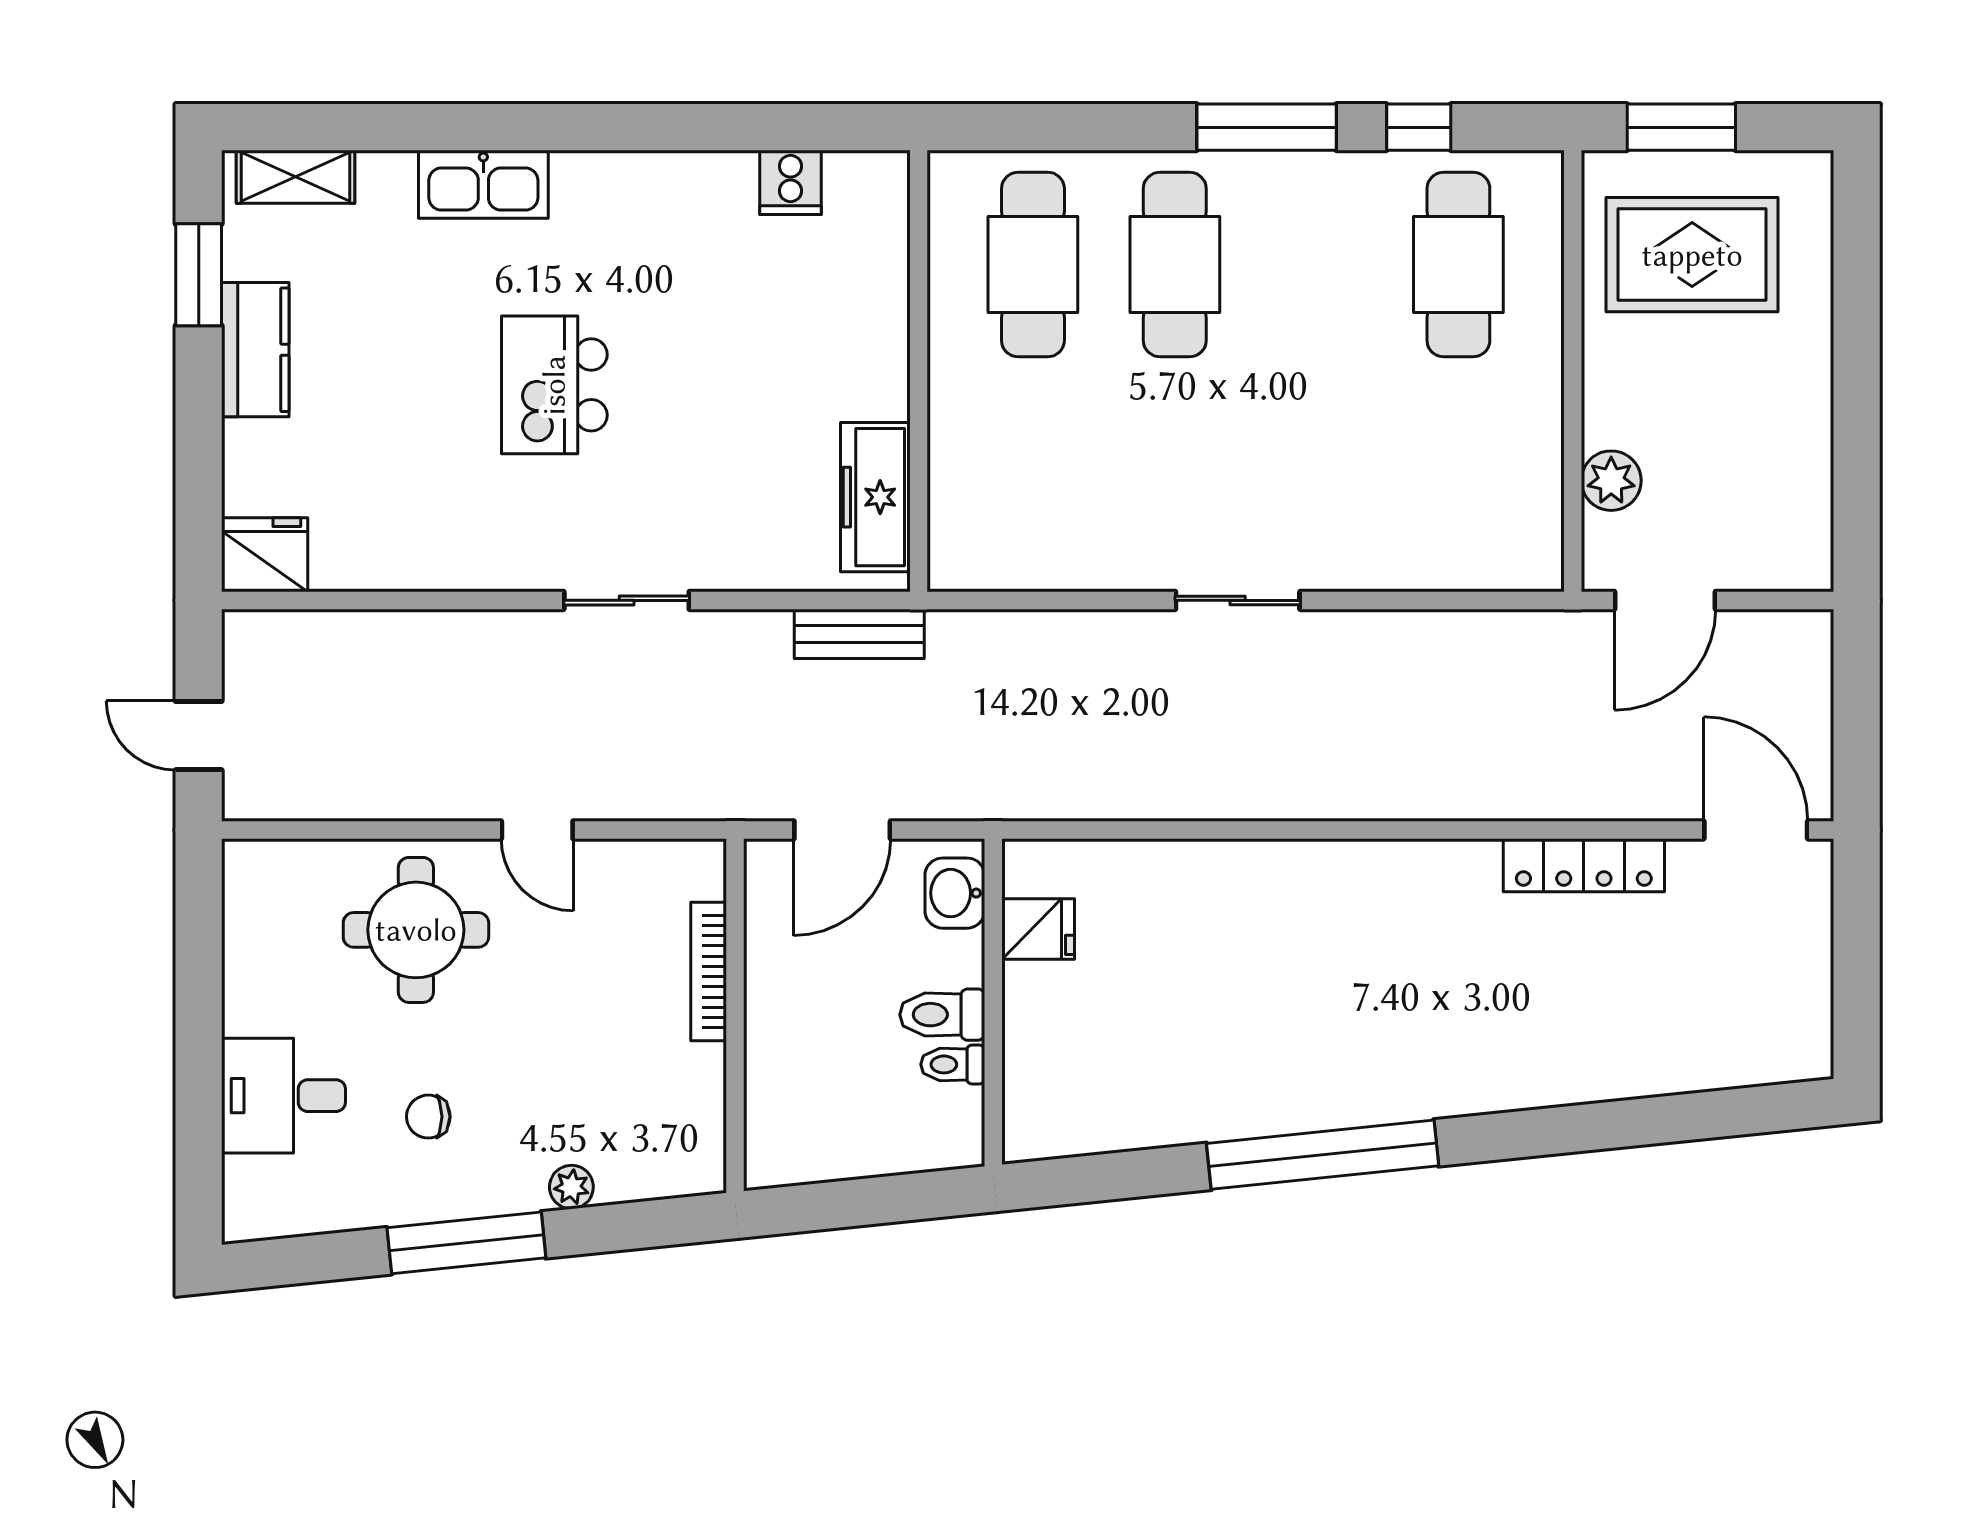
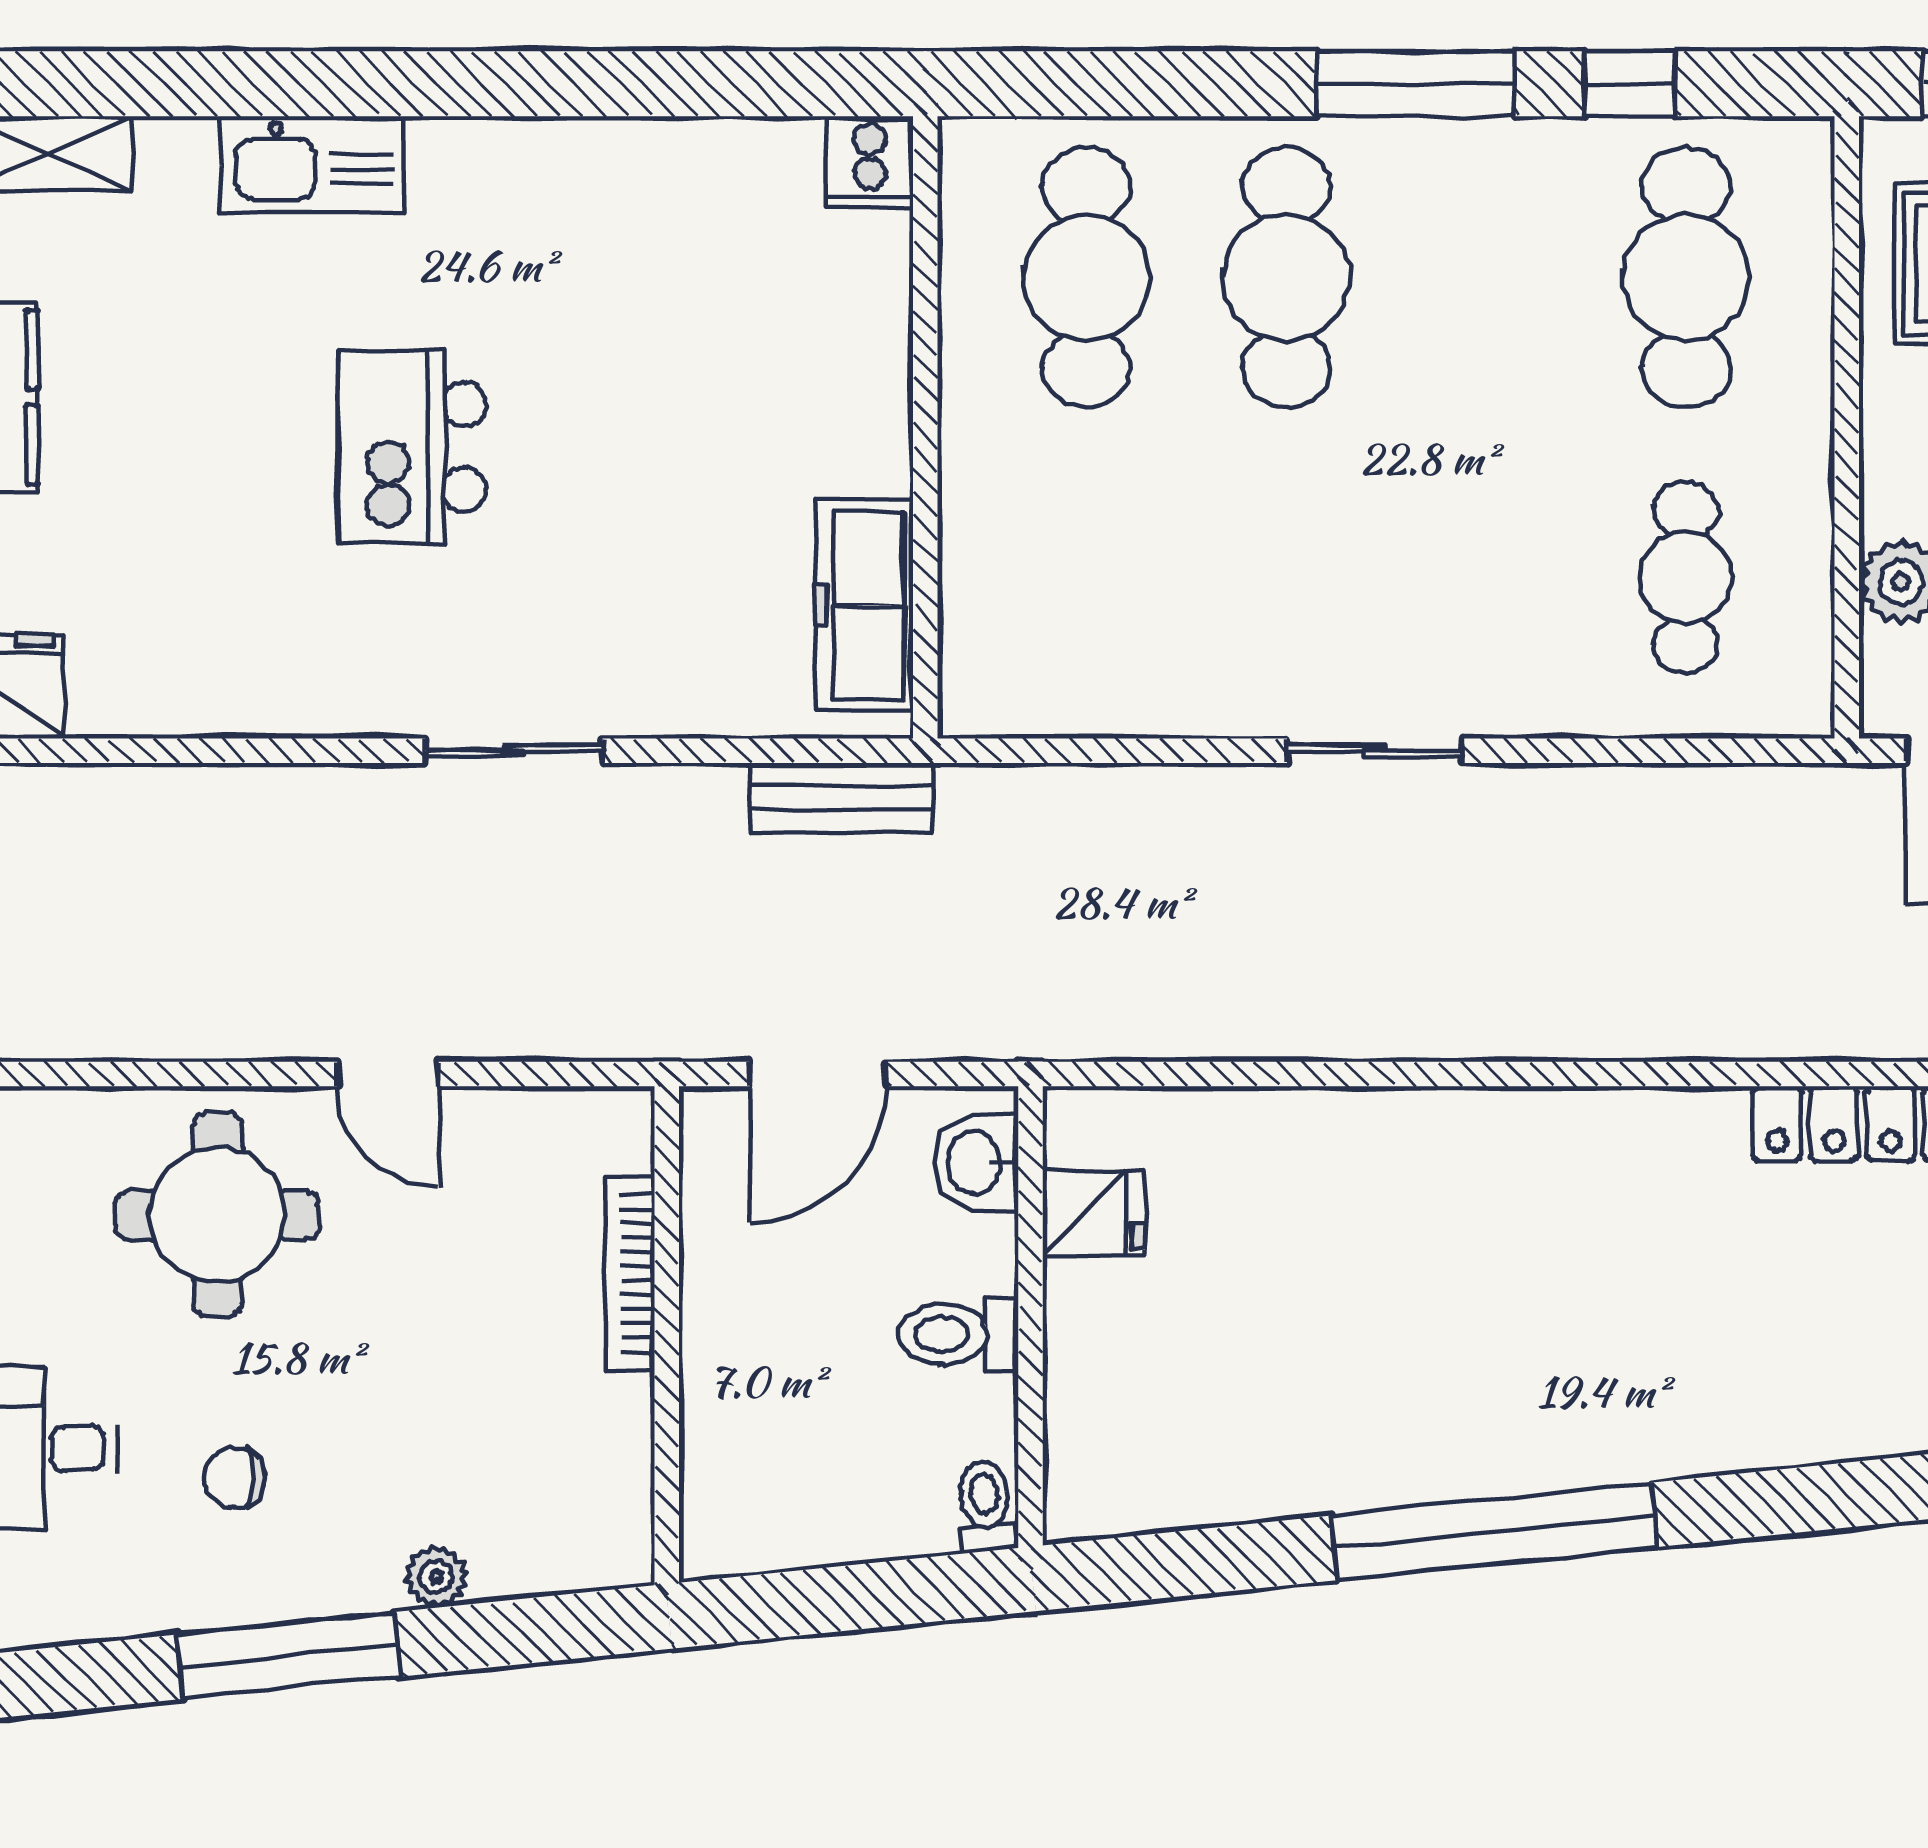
cooker: (791, 182) -> (870, 162), moved
cafe table: (1458, 477) -> (1686, 577), added
toilet: (953, 1064) -> (985, 1506), moved, turned 84

